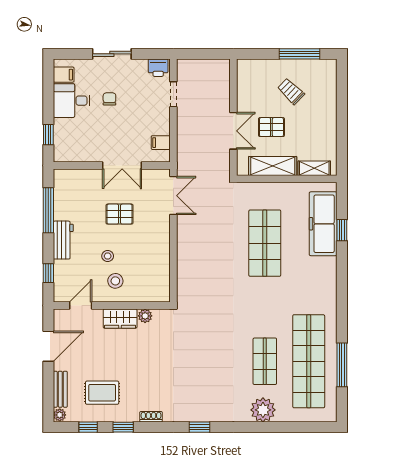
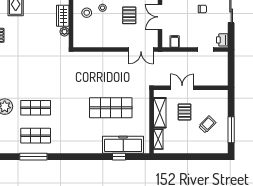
double door: (233, 131) -> (182, 88), swing flipped
shop shelf: (309, 361) -> (36, 136), width x0.50, depth x0.74

